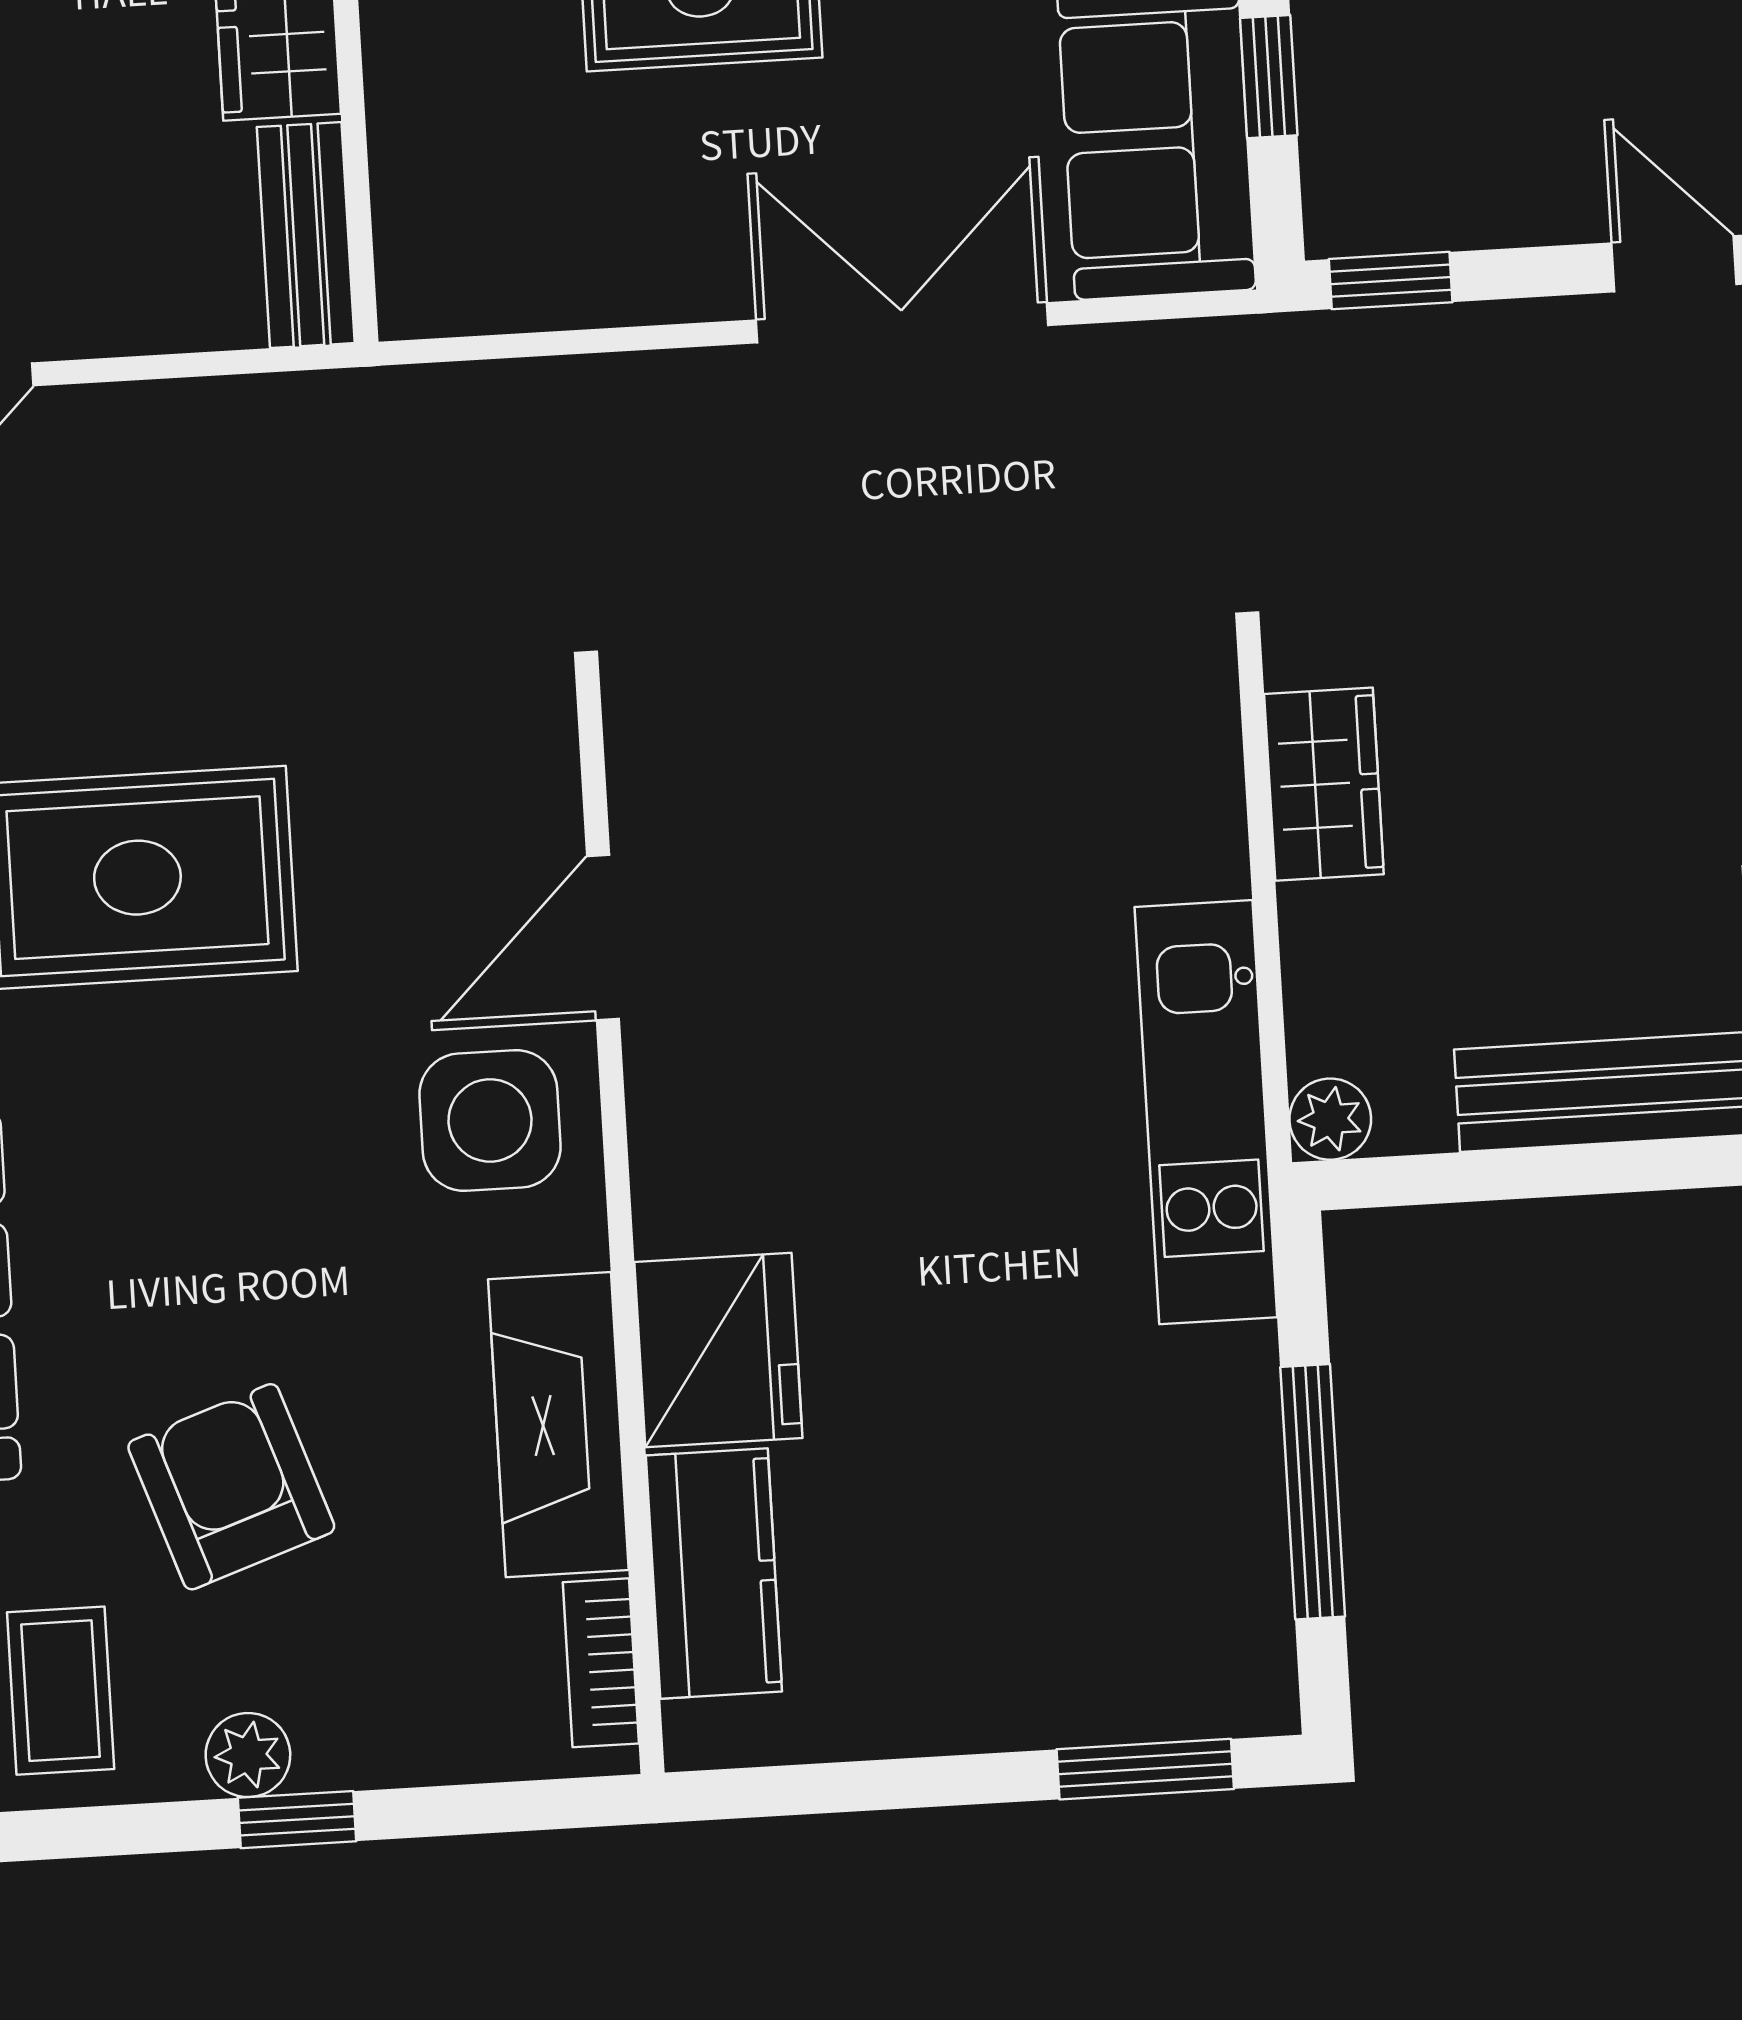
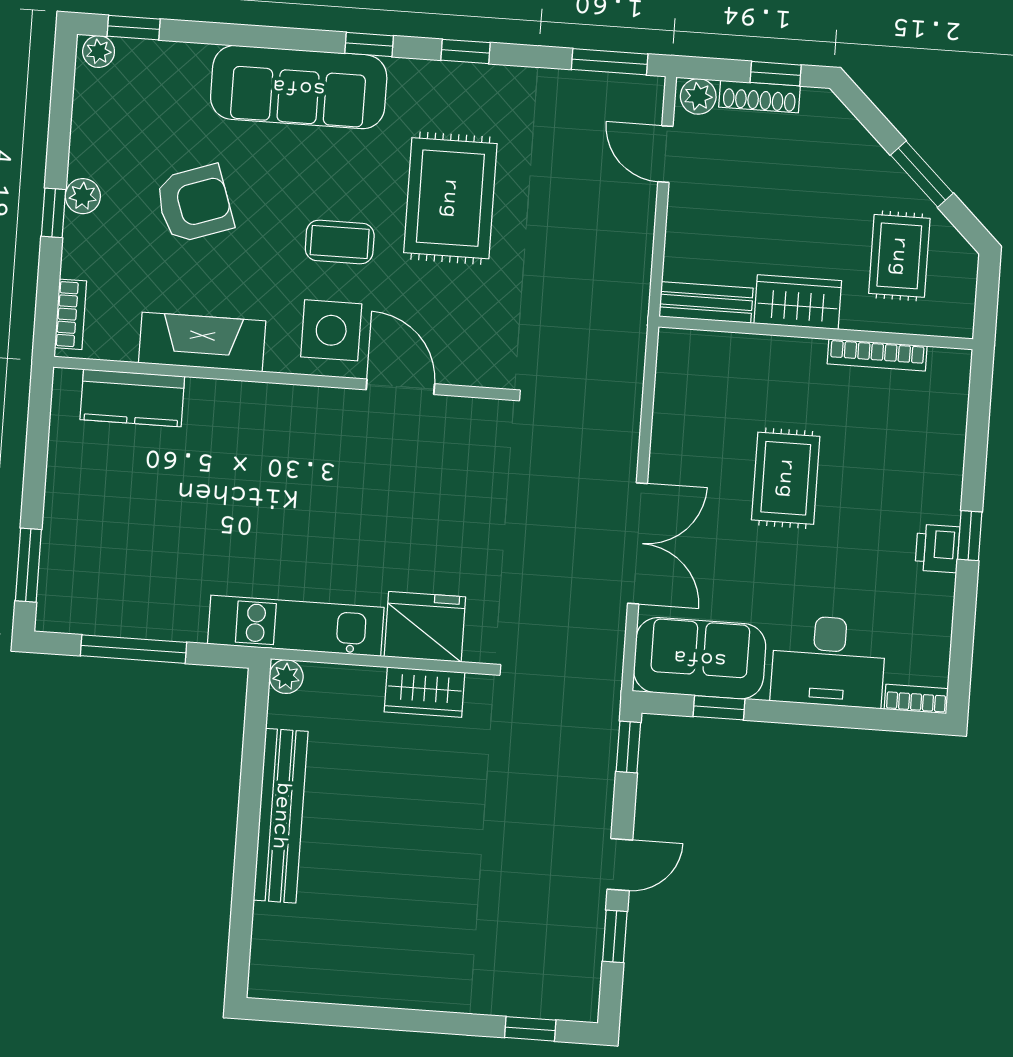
fridge: (718, 1350) -> (425, 627), moved, turned 180
bookcase: (601, 1663) -> (71, 314), moved, turned 90
coffee table: (61, 1691) -> (340, 242), moved

